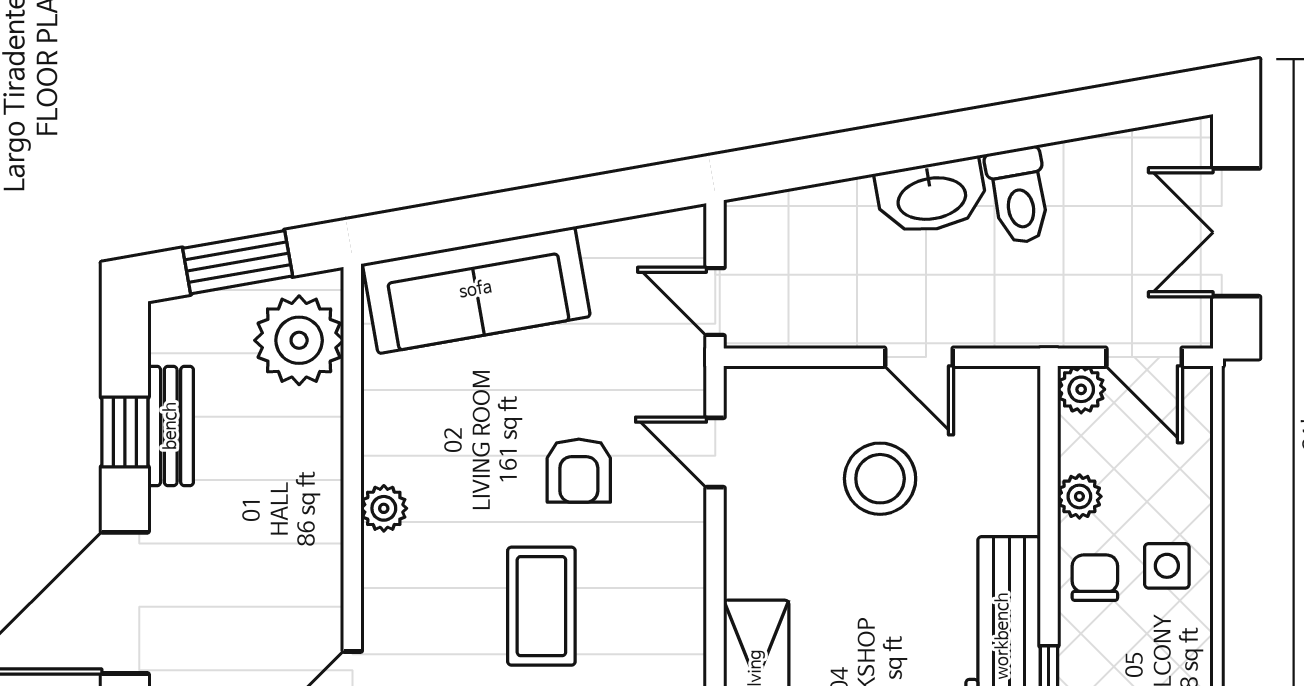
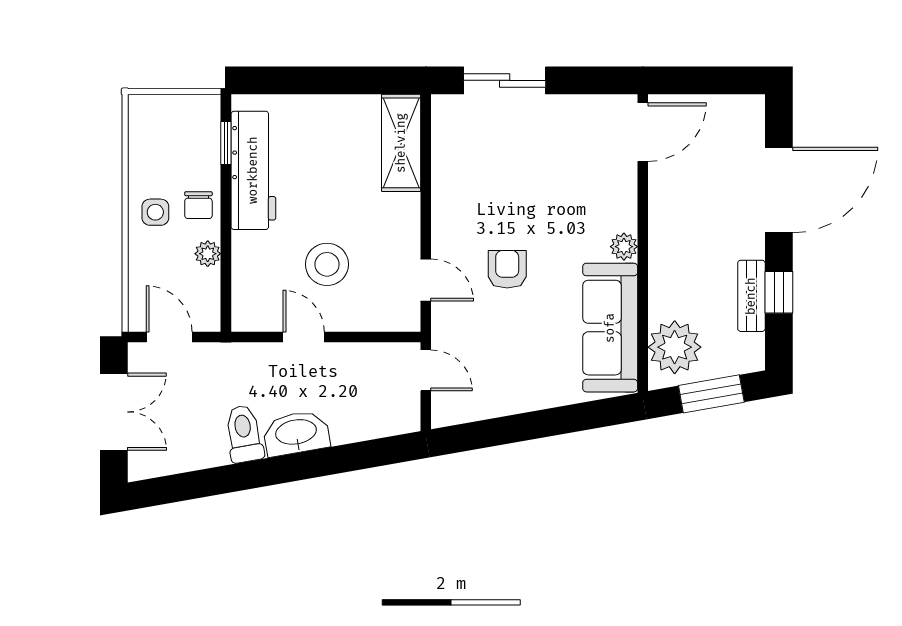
sofa: (476, 290) -> (610, 328), moved, turned -80
plant: (1081, 389) -> (207, 318), removed
coffee table: (541, 606) -> (530, 188), removed

